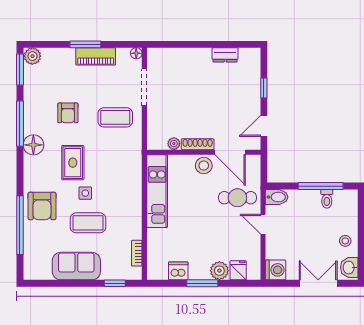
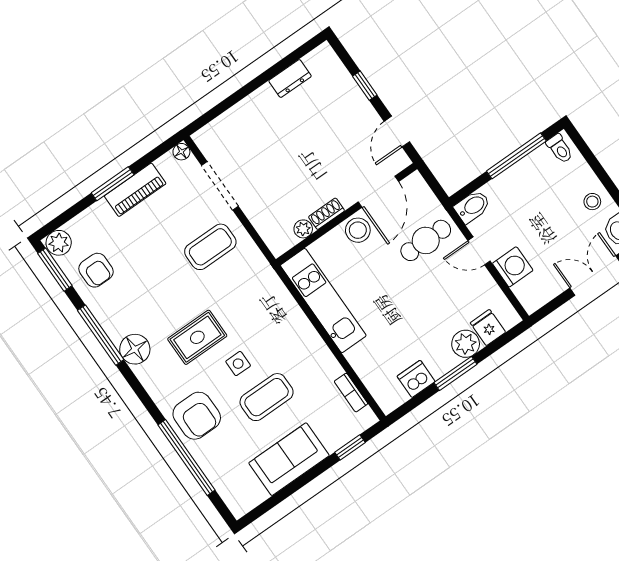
armchair: (68, 113) -> (96, 270), moved
shoe rack: (198, 144) -> (327, 214), width x0.70
door: (230, 152) -> (378, 192), hinge flipped
rug: (73, 163) -> (197, 337), turned 90
toilet: (327, 199) -> (560, 149), moved
washing machine: (276, 270) -> (513, 267), moved

